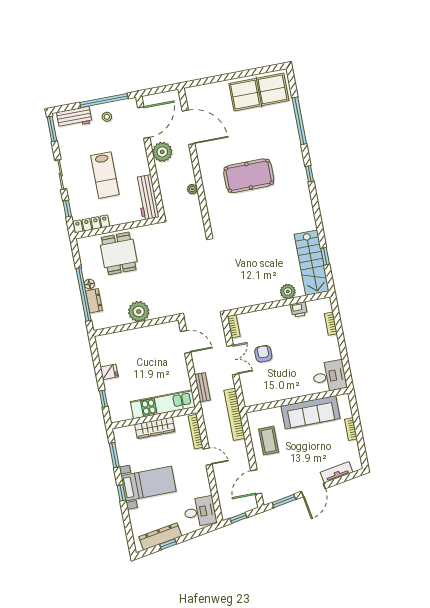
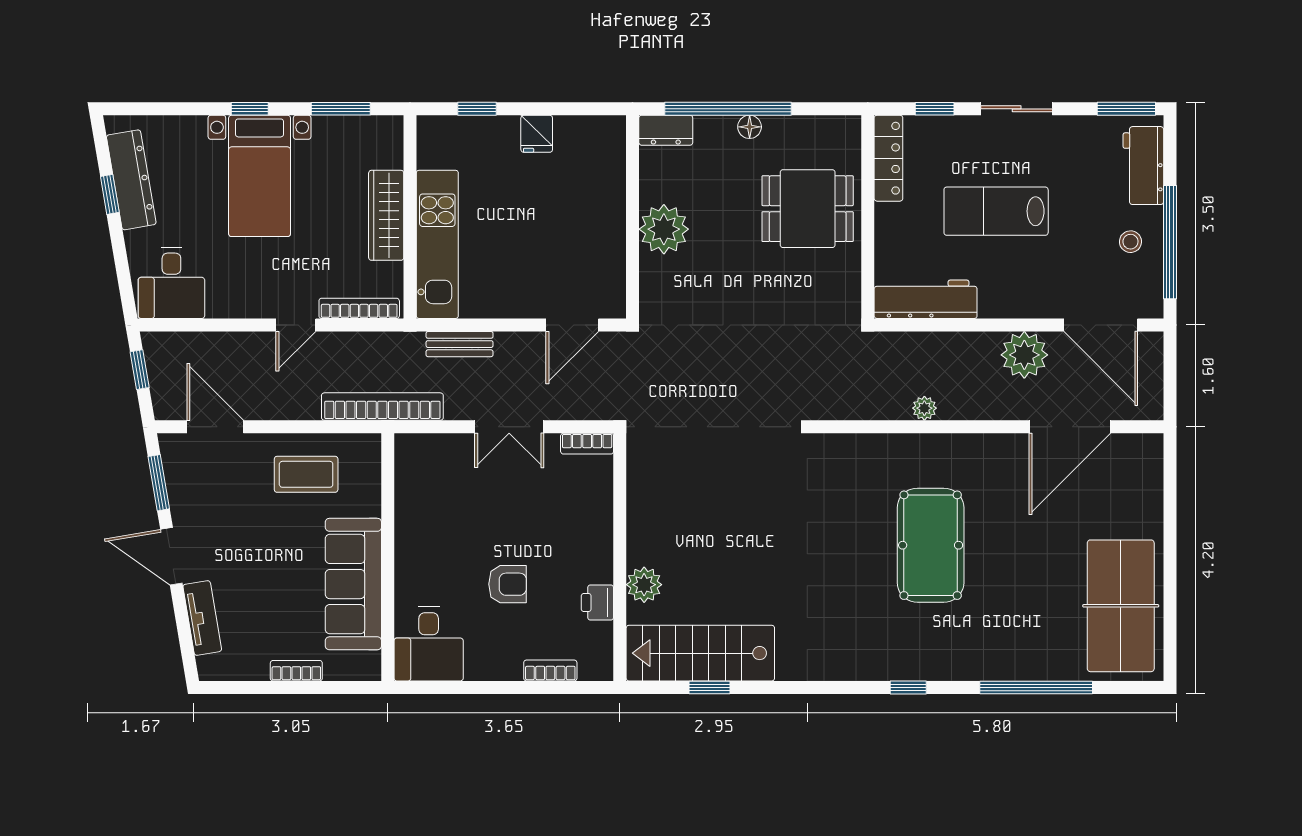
dresser: (94, 301) -> (666, 130), moved
armchair: (263, 354) -> (508, 584), moved

